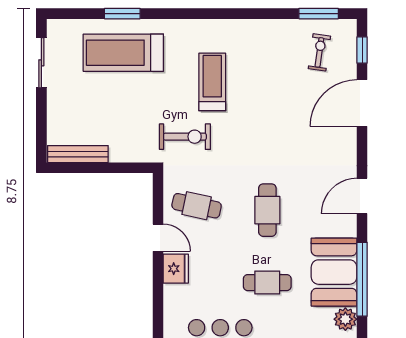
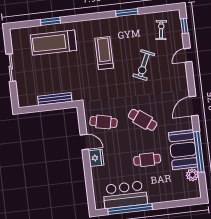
window: (319, 14) -> (127, 12), moved
sliding door: (41, 63) -> (11, 68), moved
door: (362, 103) -> (188, 55), width x0.53
exercise bike: (185, 137) -> (144, 65), moved, turned 114
bench: (78, 154) -> (55, 99), moved
cafe table: (267, 210) -> (143, 120), turned -53

